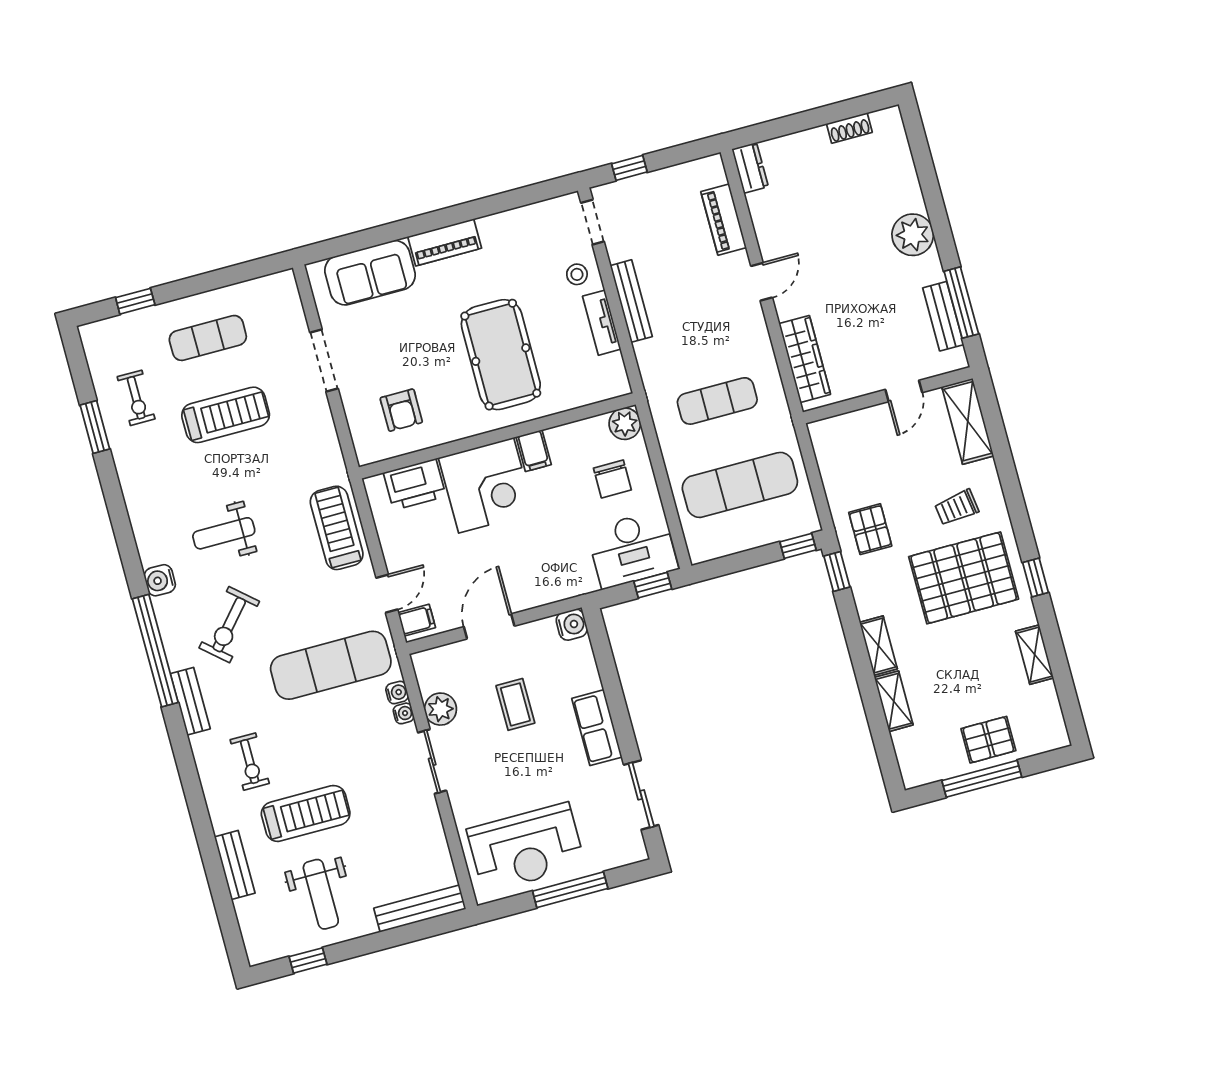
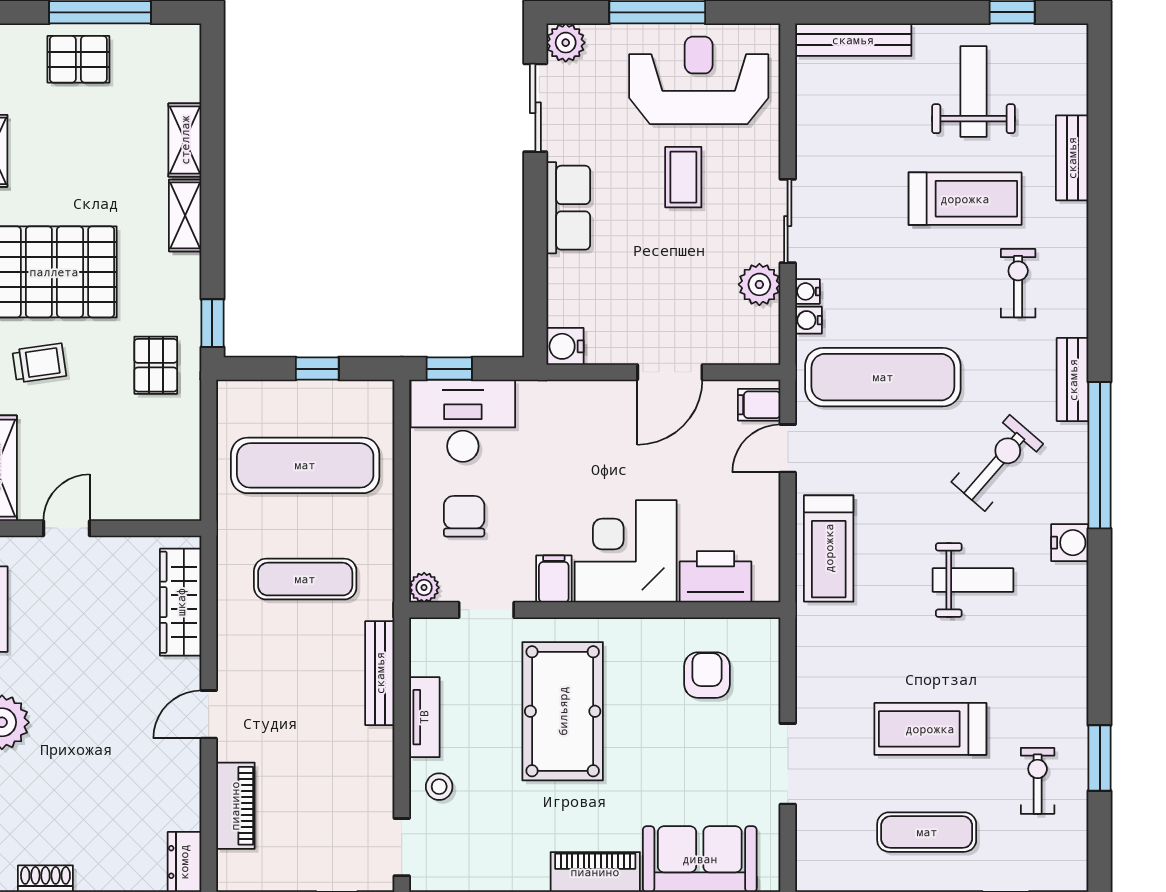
bench: (631, 301) -> (380, 673), moved
doorway: (577, 414) -> (486, 610), added
plant: (625, 424) -> (424, 588), width x0.73, depth x0.73
window: (798, 546) -> (317, 369), moved
coffee table: (515, 704) -> (683, 177), moved
treadmill: (306, 813) -> (965, 199), turned 180
plant: (632, 849) -> (566, 43), added

